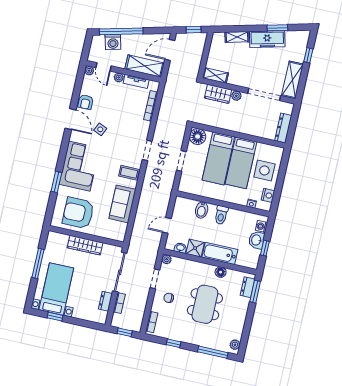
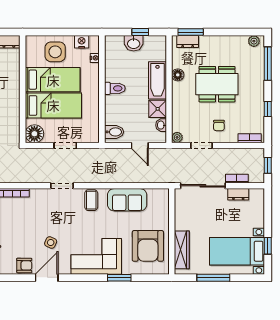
bidet: (202, 210) -> (114, 132), moved
washing machine: (261, 226) -> (117, 41), removed
wardrobe: (85, 245) -> (182, 250), moved

